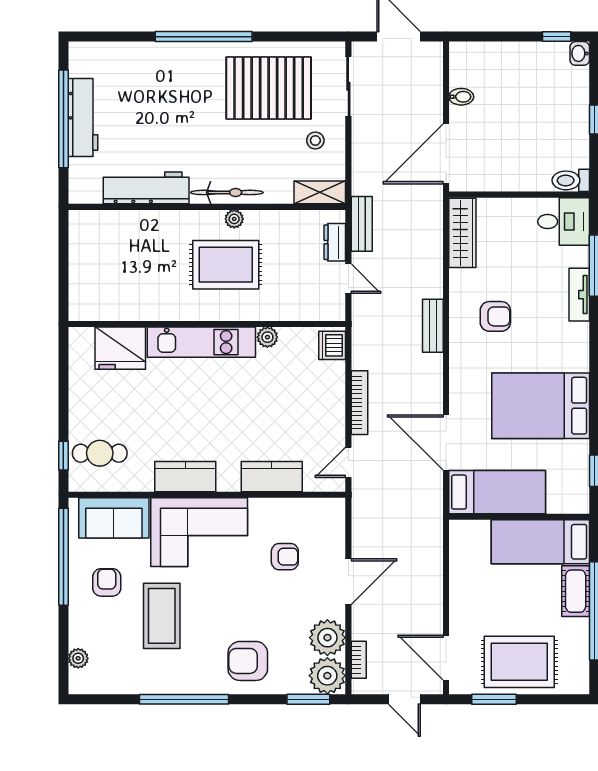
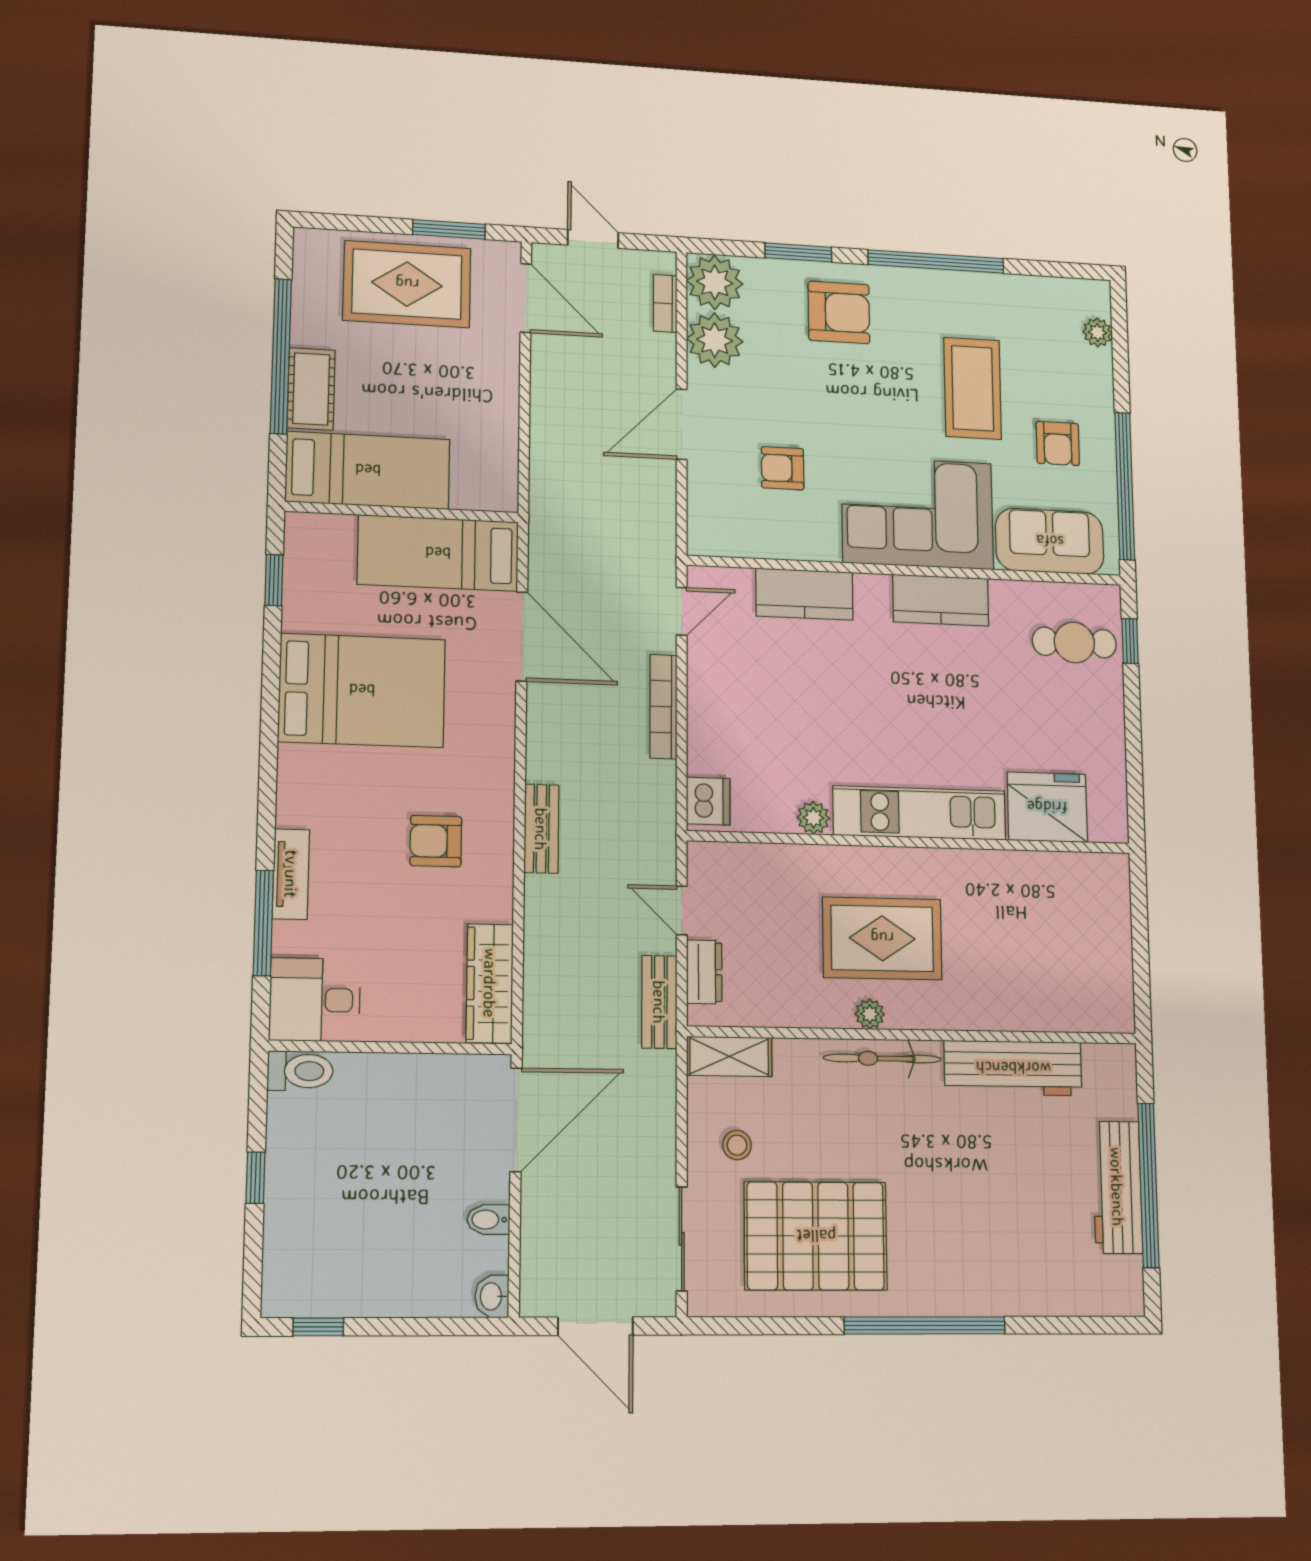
washbasin: (580, 53) -> (492, 1296), moved, turned 180
window: (308, 699) -> (798, 252), moved

